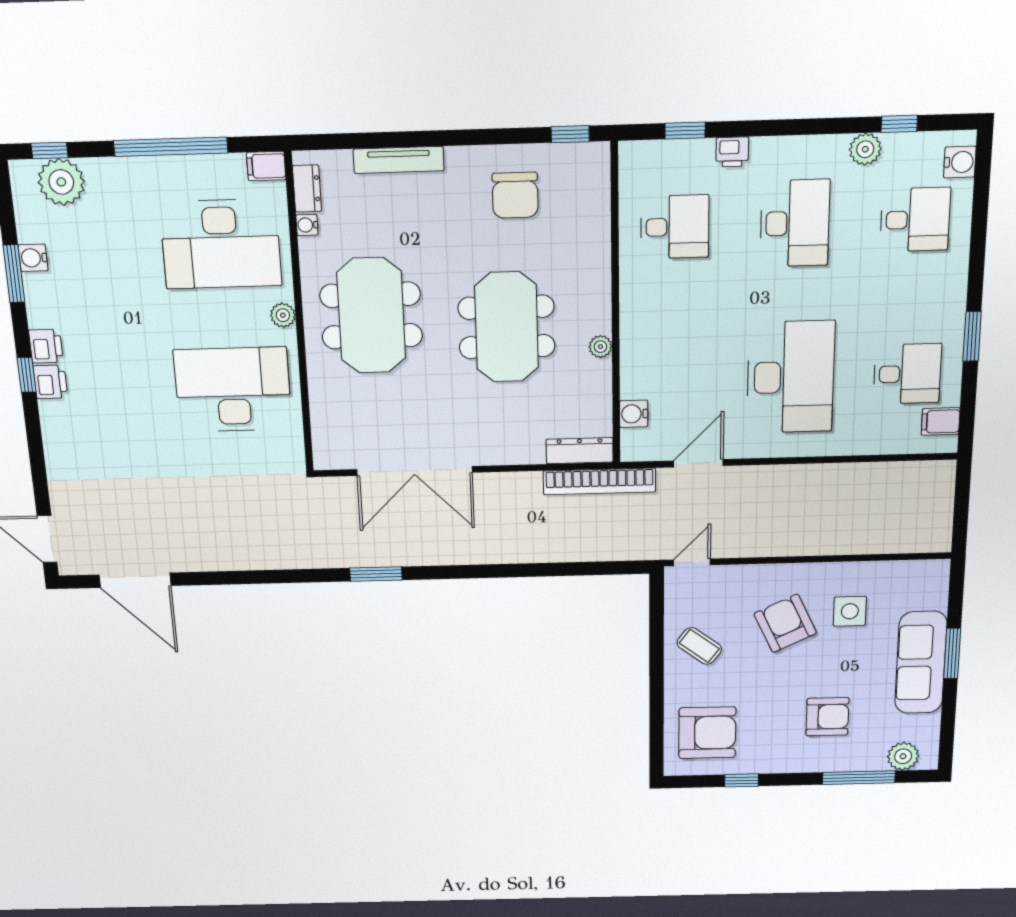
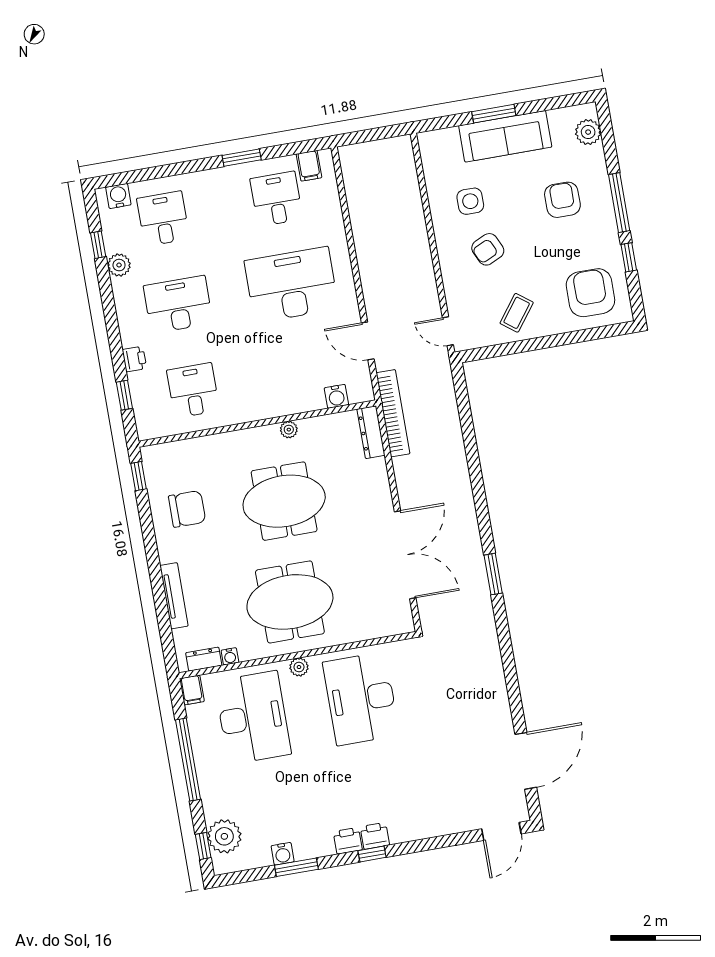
armchair: (785, 623) -> (488, 249), width x0.72, depth x0.72
window: (859, 778) -> (619, 203), moved

